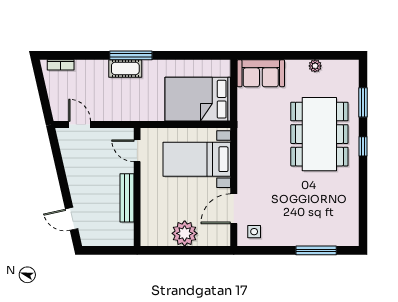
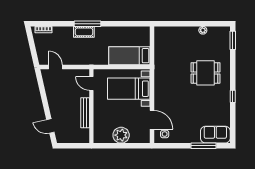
sofa: (261, 73) -> (215, 135), moved, turned 180
bed: (198, 99) -> (129, 56), width x0.67
window: (363, 102) -> (233, 40), moved
dining table: (319, 134) -> (206, 73), width x0.53, depth x0.80
window: (363, 146) -> (233, 96), moved
door: (234, 209) -> (152, 120), swing flipped

